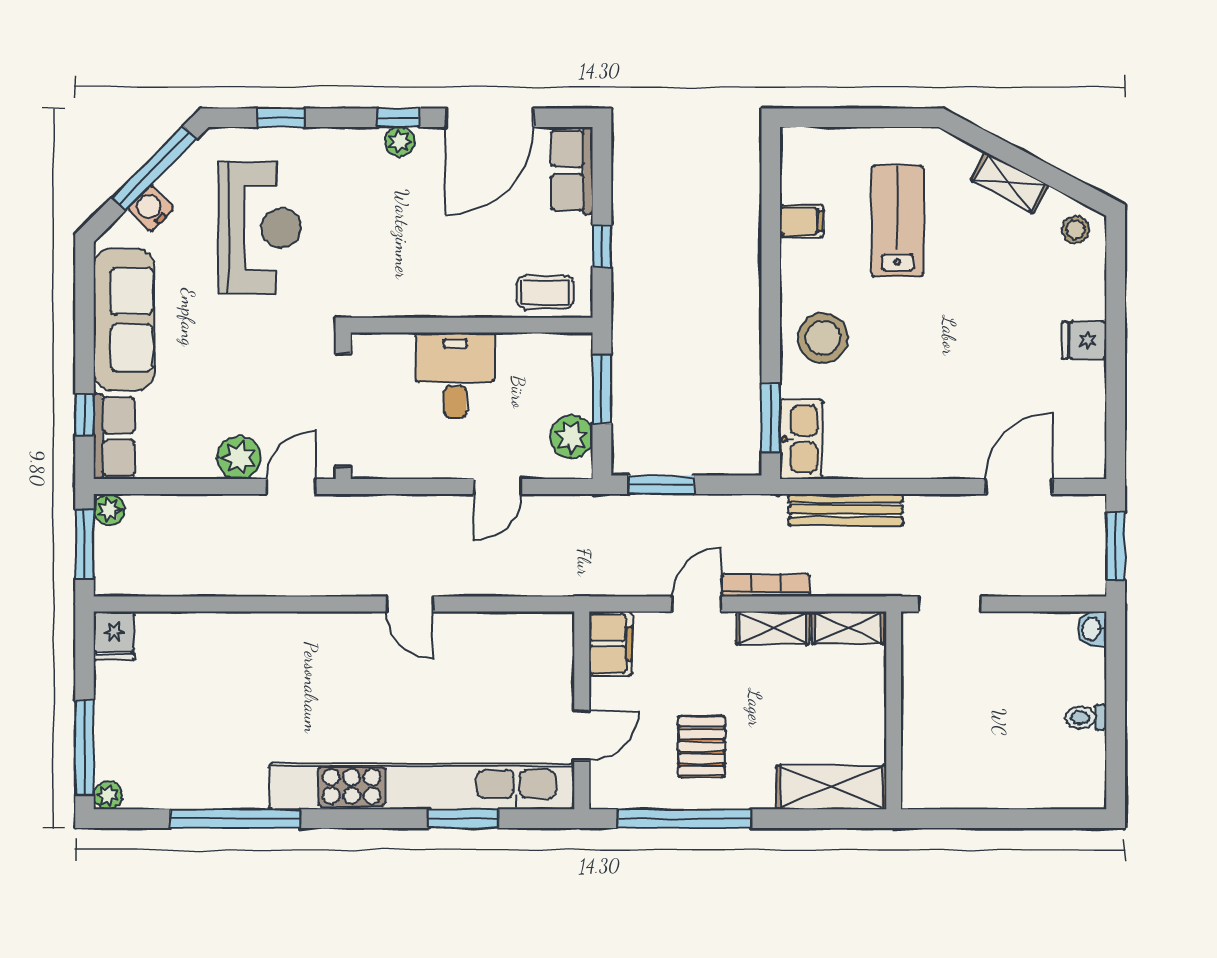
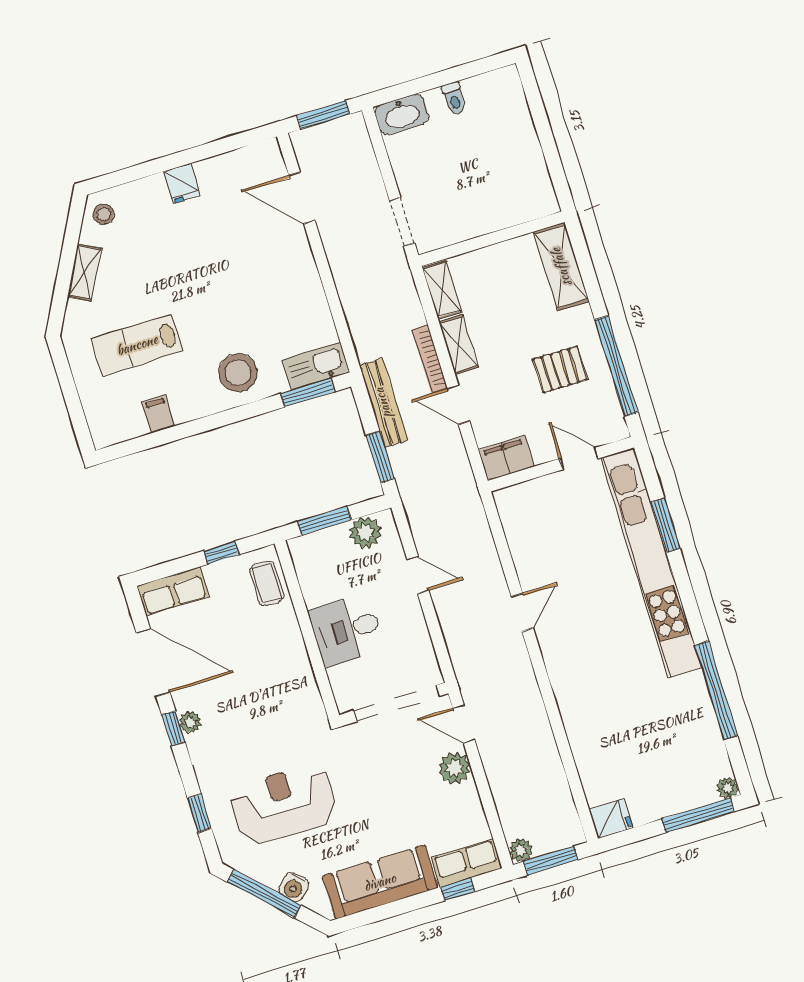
bench: (846, 510) -> (383, 403), moved
washbasin: (1092, 629) -> (402, 114), width x1.91, depth x1.45

